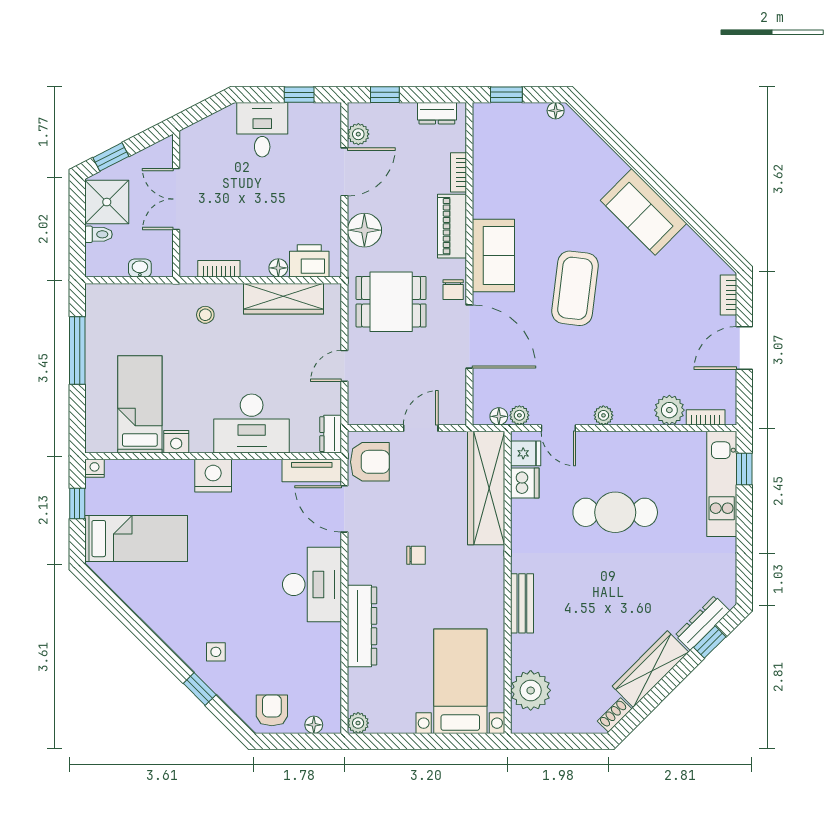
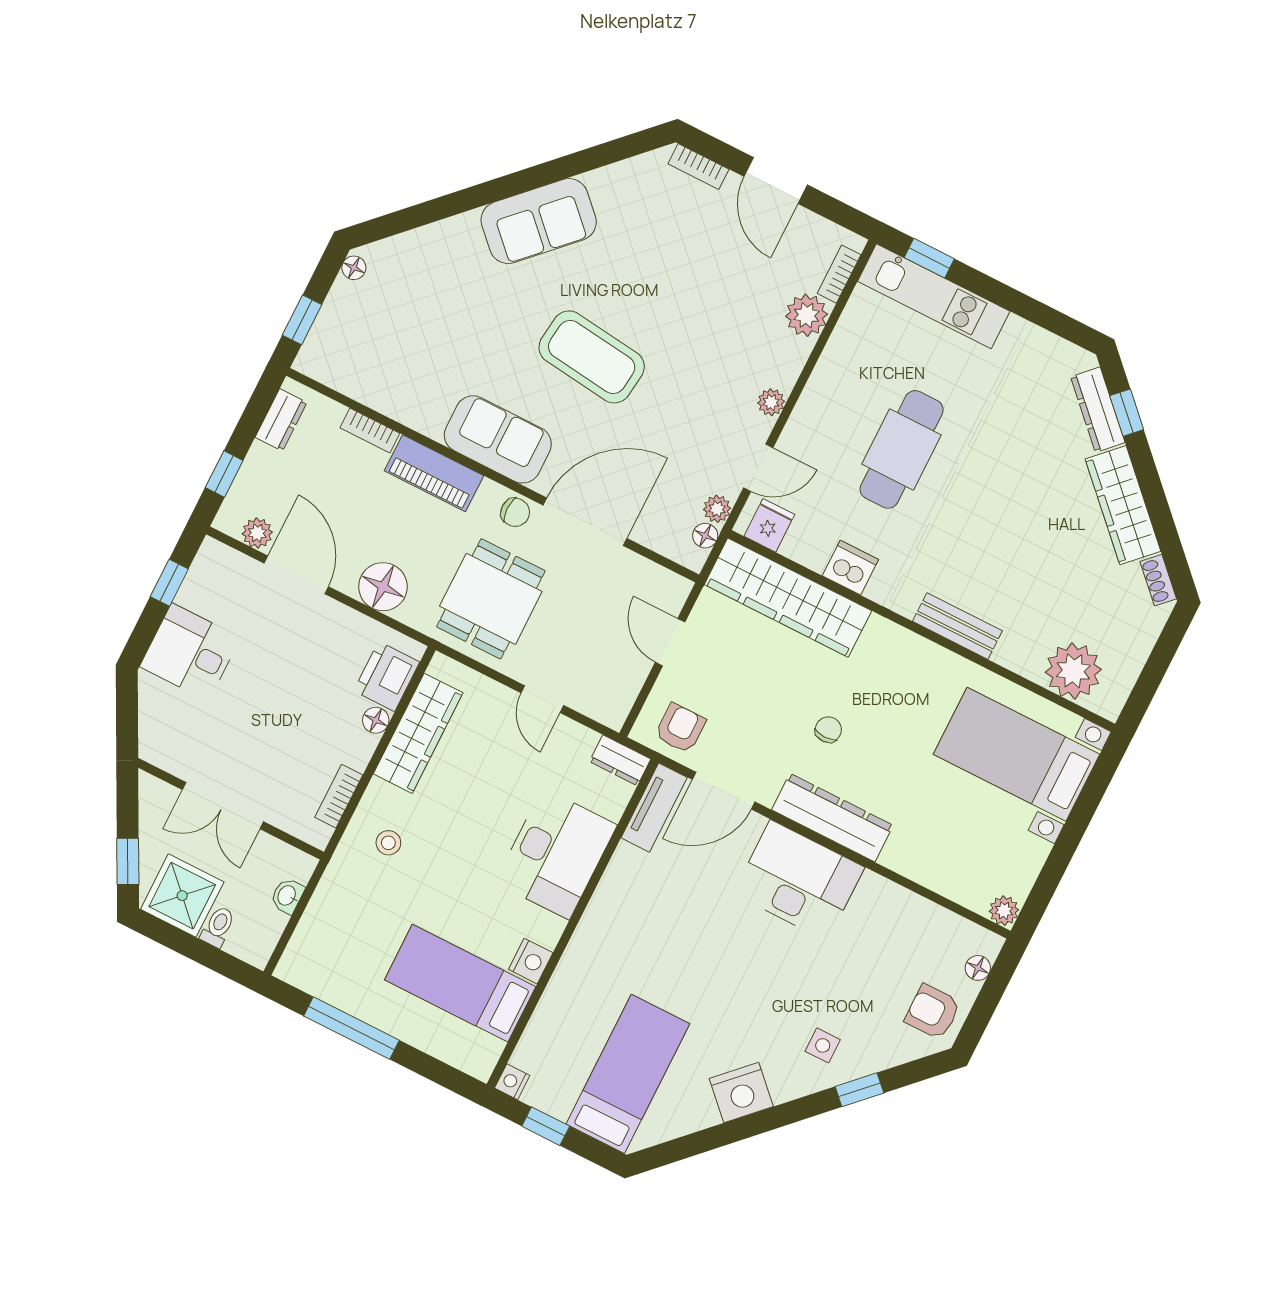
armchair: (370, 462) -> (680, 728), width x0.72, depth x0.72
nightstand: (213, 476) -> (741, 1093), moved, turned -135
dishwasher: (525, 483) -> (850, 568), moved
dresser: (362, 626) -> (832, 818), moved

